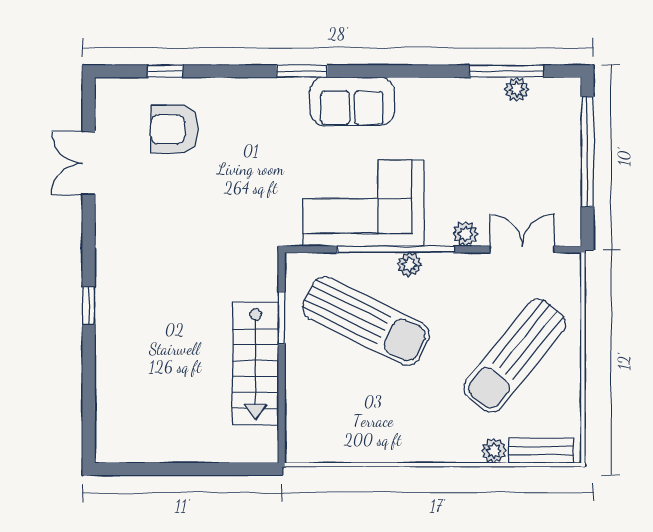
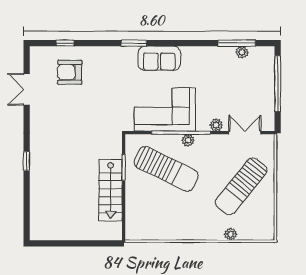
bench: (541, 451) -> (254, 234), removed

